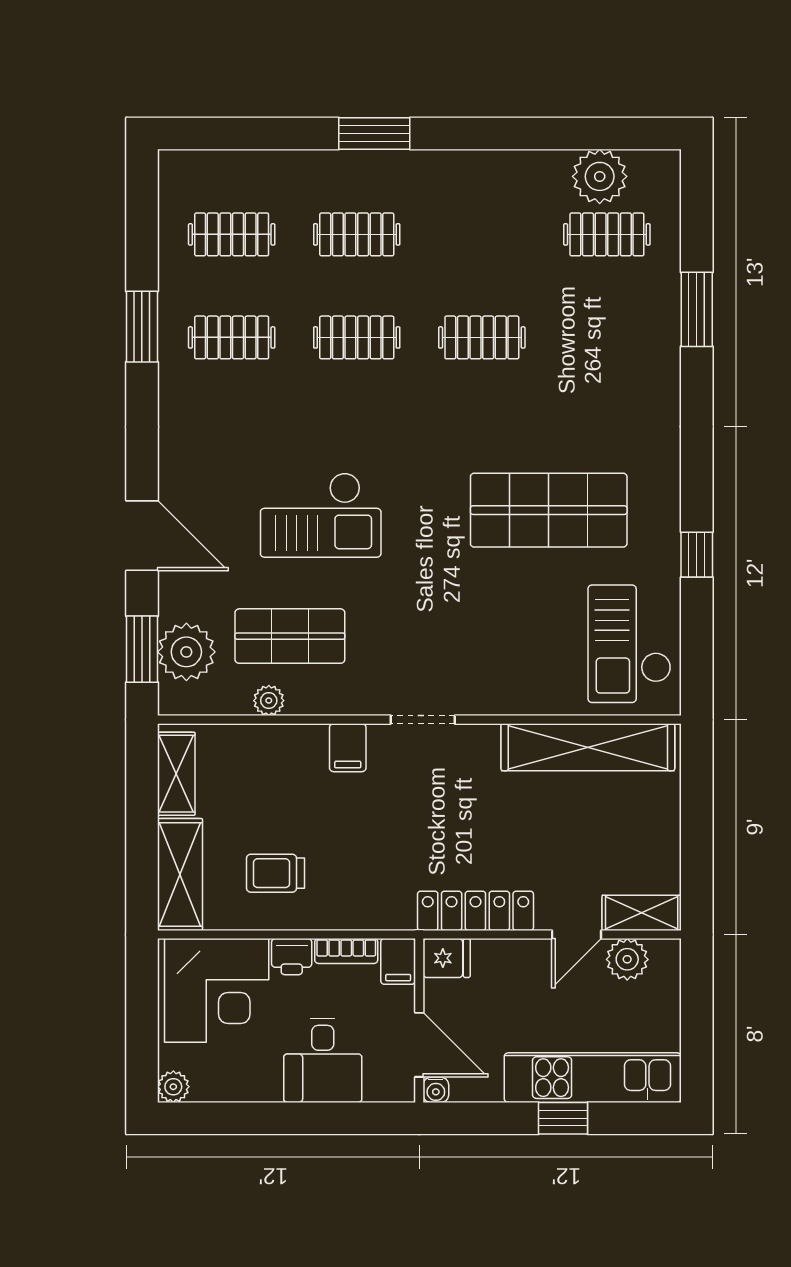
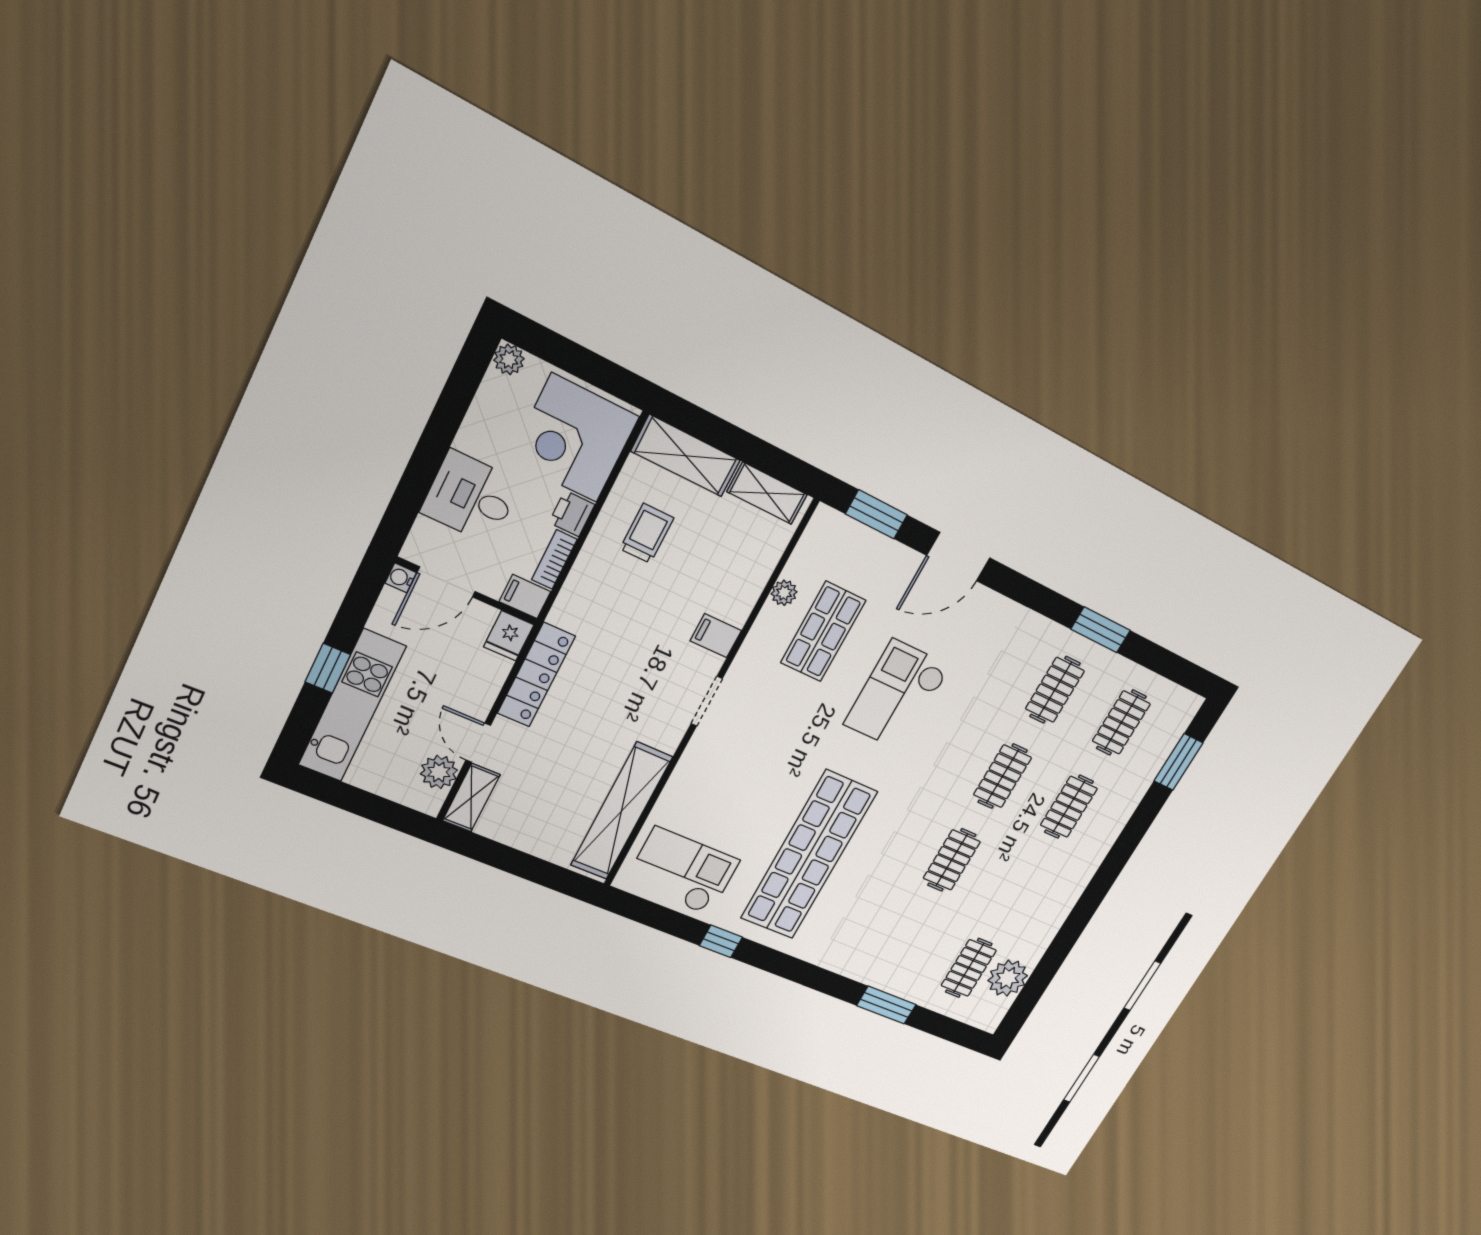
window: (374, 134) -> (1178, 762), moved
shop shelf: (549, 510) -> (809, 855), width x1.40
plant: (186, 652) -> (855, 548), removed

